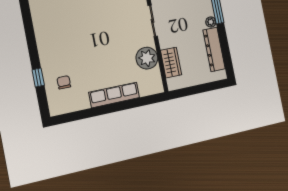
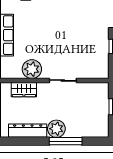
plant: (211, 22) -> (56, 129), width x1.88, depth x1.88

